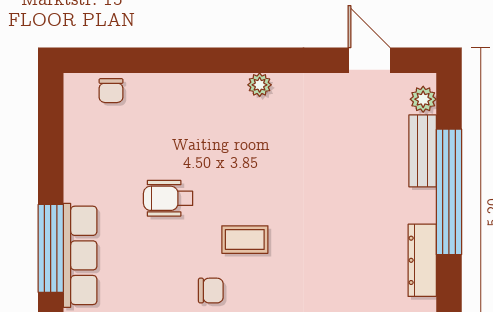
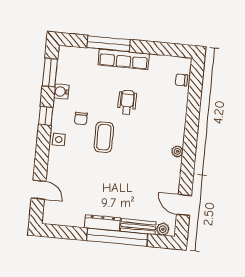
door: (369, 60) -> (184, 205), swing flipped
coffee table: (245, 240) -> (104, 137), width x1.36, depth x1.30
row of seats: (80, 255) -> (124, 59), moved
dresser: (422, 260) -> (102, 223), moved

